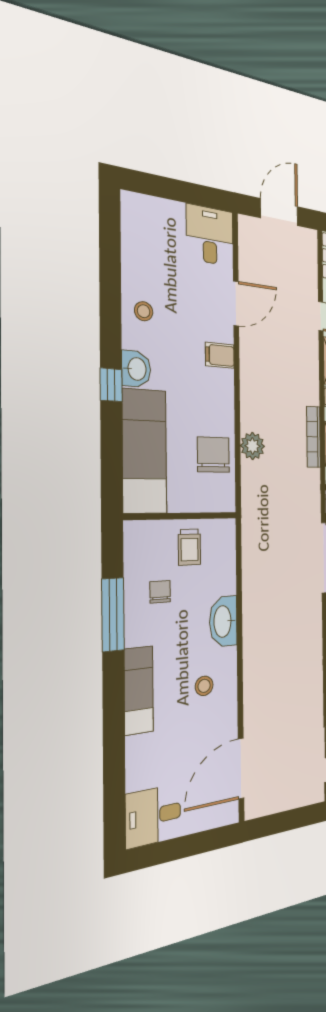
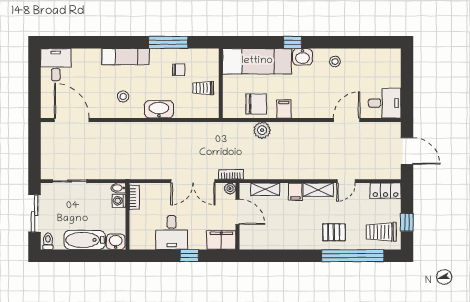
door: (236, 304) -> (347, 120), swing flipped
filing cabinet: (220, 355) -> (284, 109), moved
bookcase: (314, 437) -> (231, 174), moved, width x0.64

